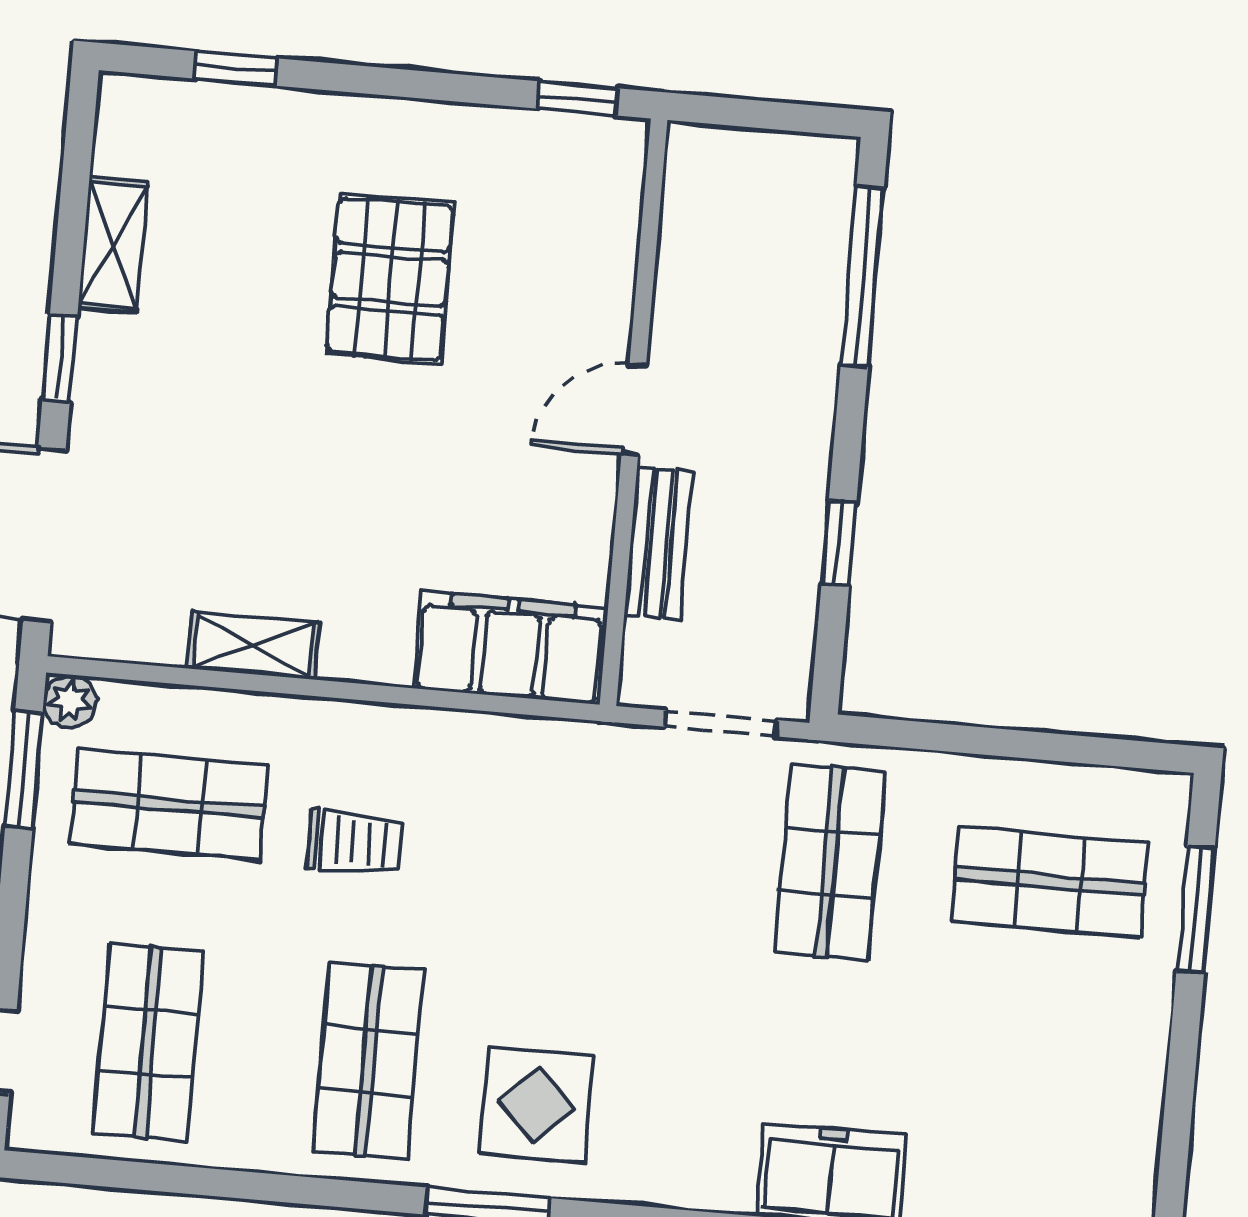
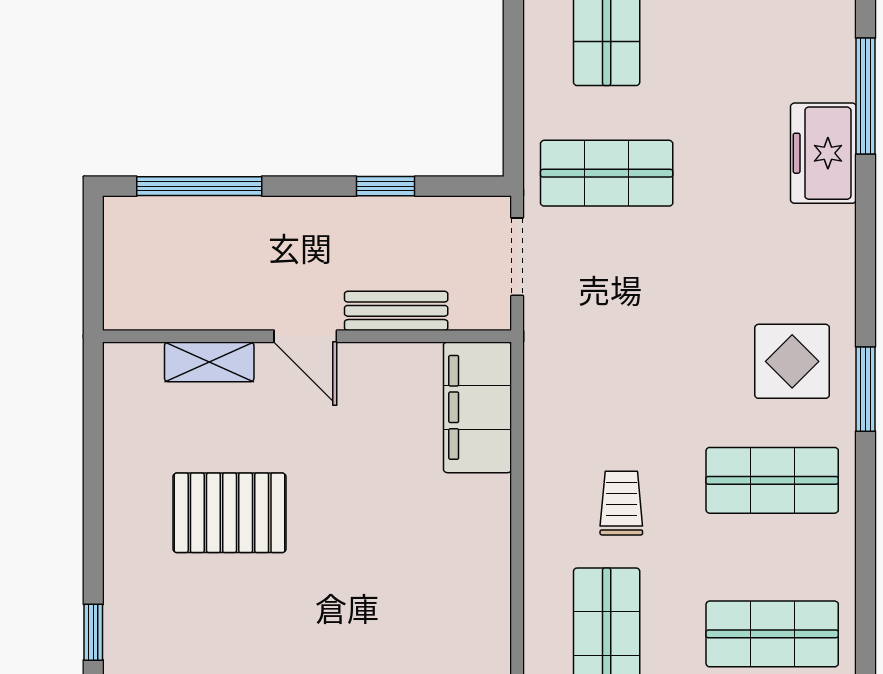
window: (578, 98) -> (93, 394), removed
shelving: (253, 645) -> (209, 362), moved, turned 90

